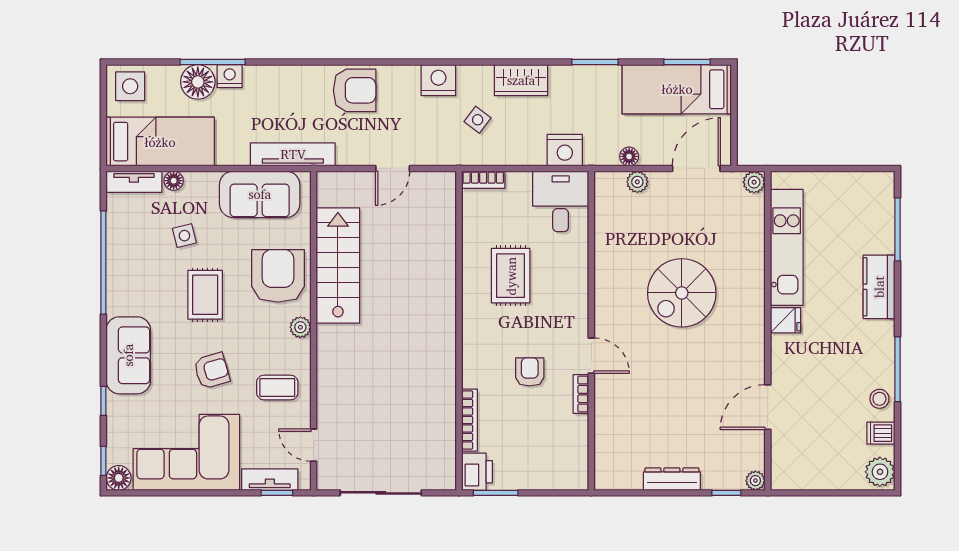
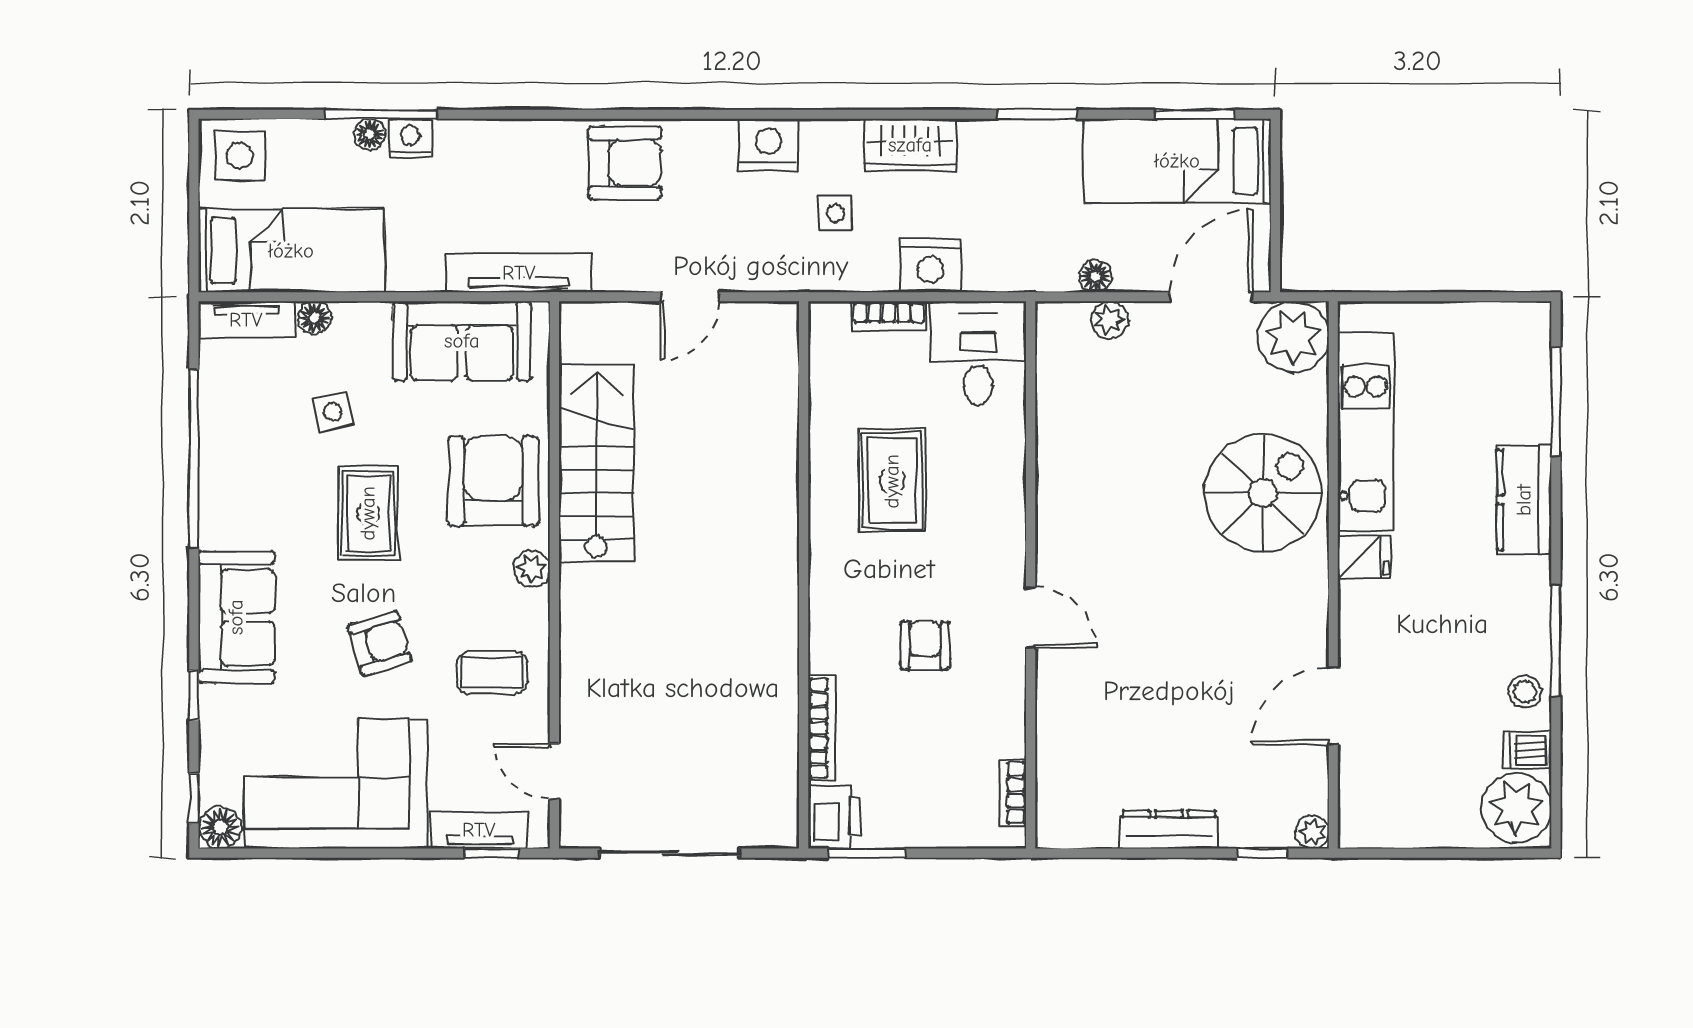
floor lamp: (198, 82) -> (370, 134), width x0.53, depth x0.53
side table: (478, 120) -> (836, 213), turned -37
nightstand: (565, 150) -> (930, 265), moved
bookcase: (483, 180) -> (889, 316), moved
plant: (754, 182) -> (1293, 337), width x1.87, depth x1.87
spiral stairs: (682, 293) -> (1263, 493), moved, turned 180
bookcase: (581, 394) -> (1013, 793), moved
plant: (880, 472) -> (1517, 808), width x1.36, depth x1.36

